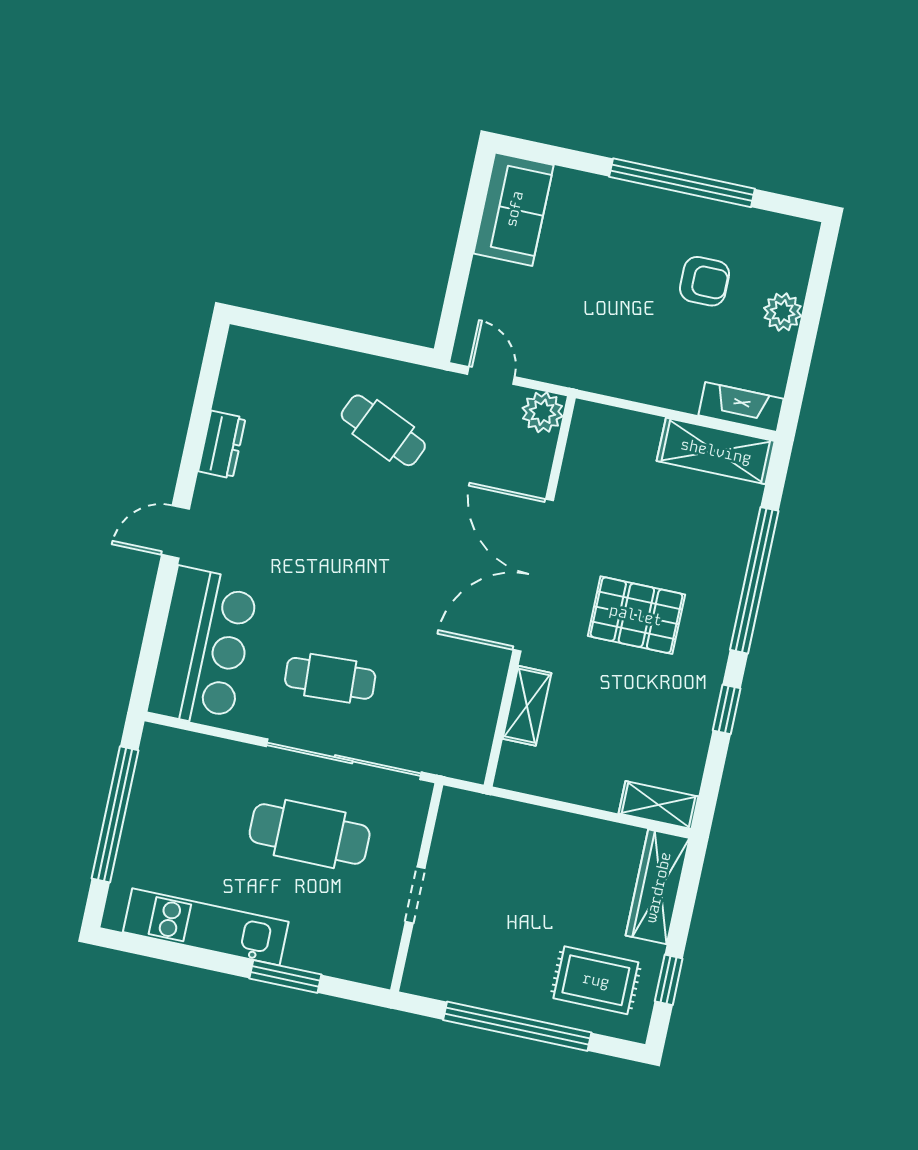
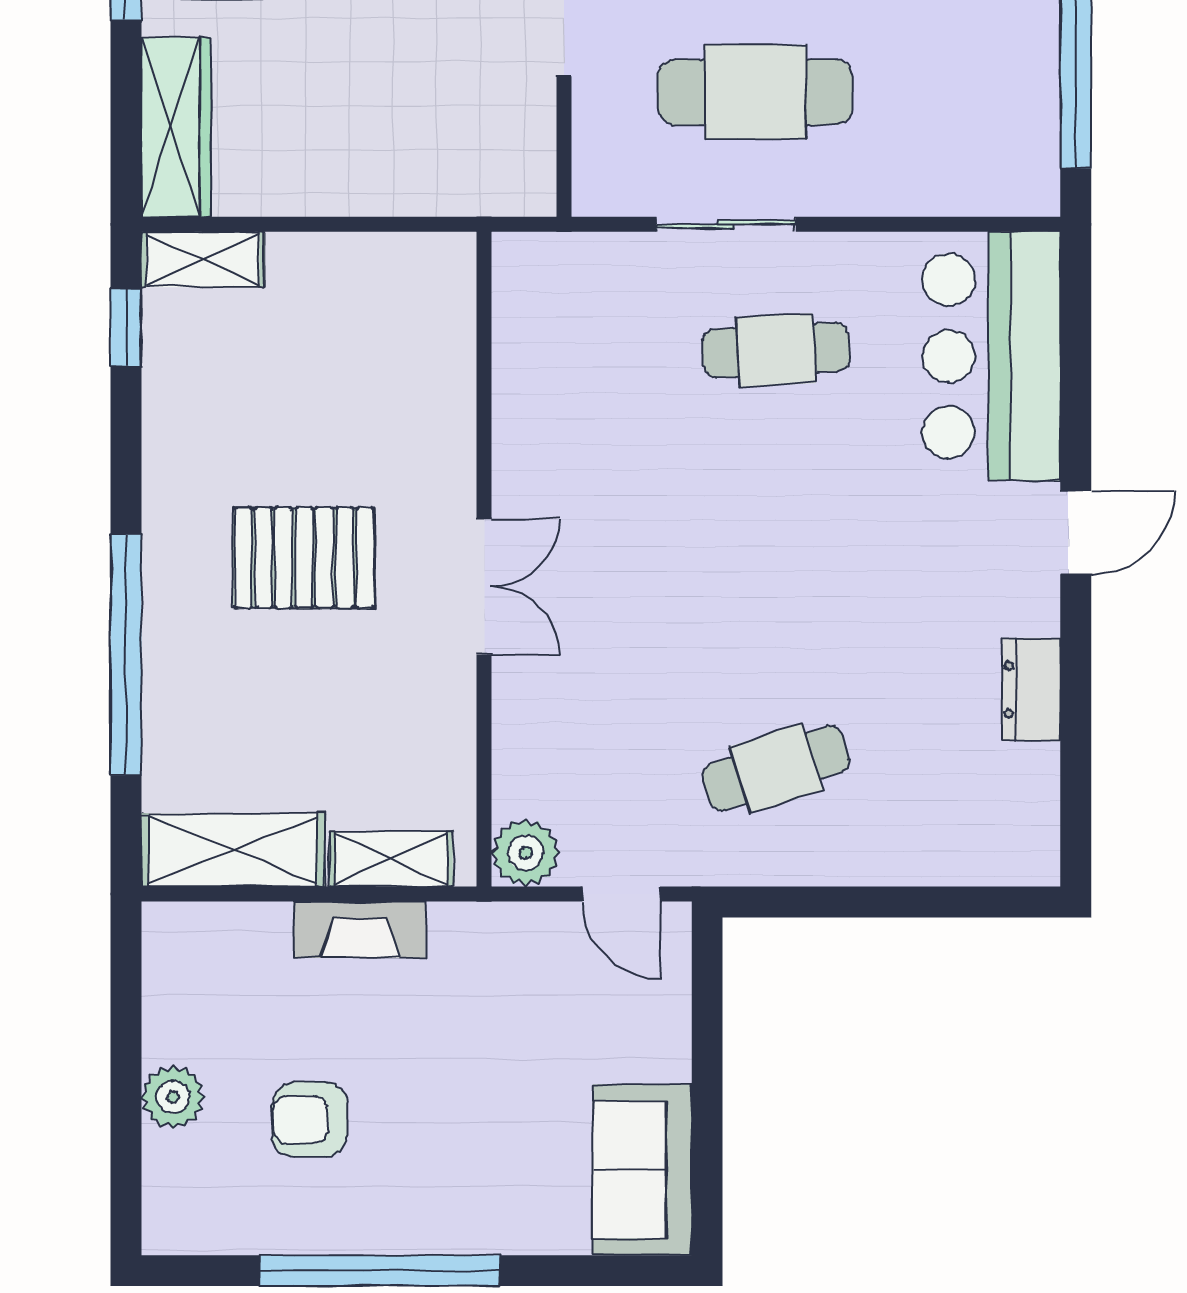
fireplace: (741, 407) -> (360, 930), moved
cafe table: (383, 430) -> (776, 768), turned -42
double door: (533, 575) -> (484, 587), width x0.54
shelving: (527, 706) -> (391, 859), moved, turned 90
window: (727, 709) -> (126, 327), moved
sliding door: (344, 759) -> (726, 224), width x0.54

